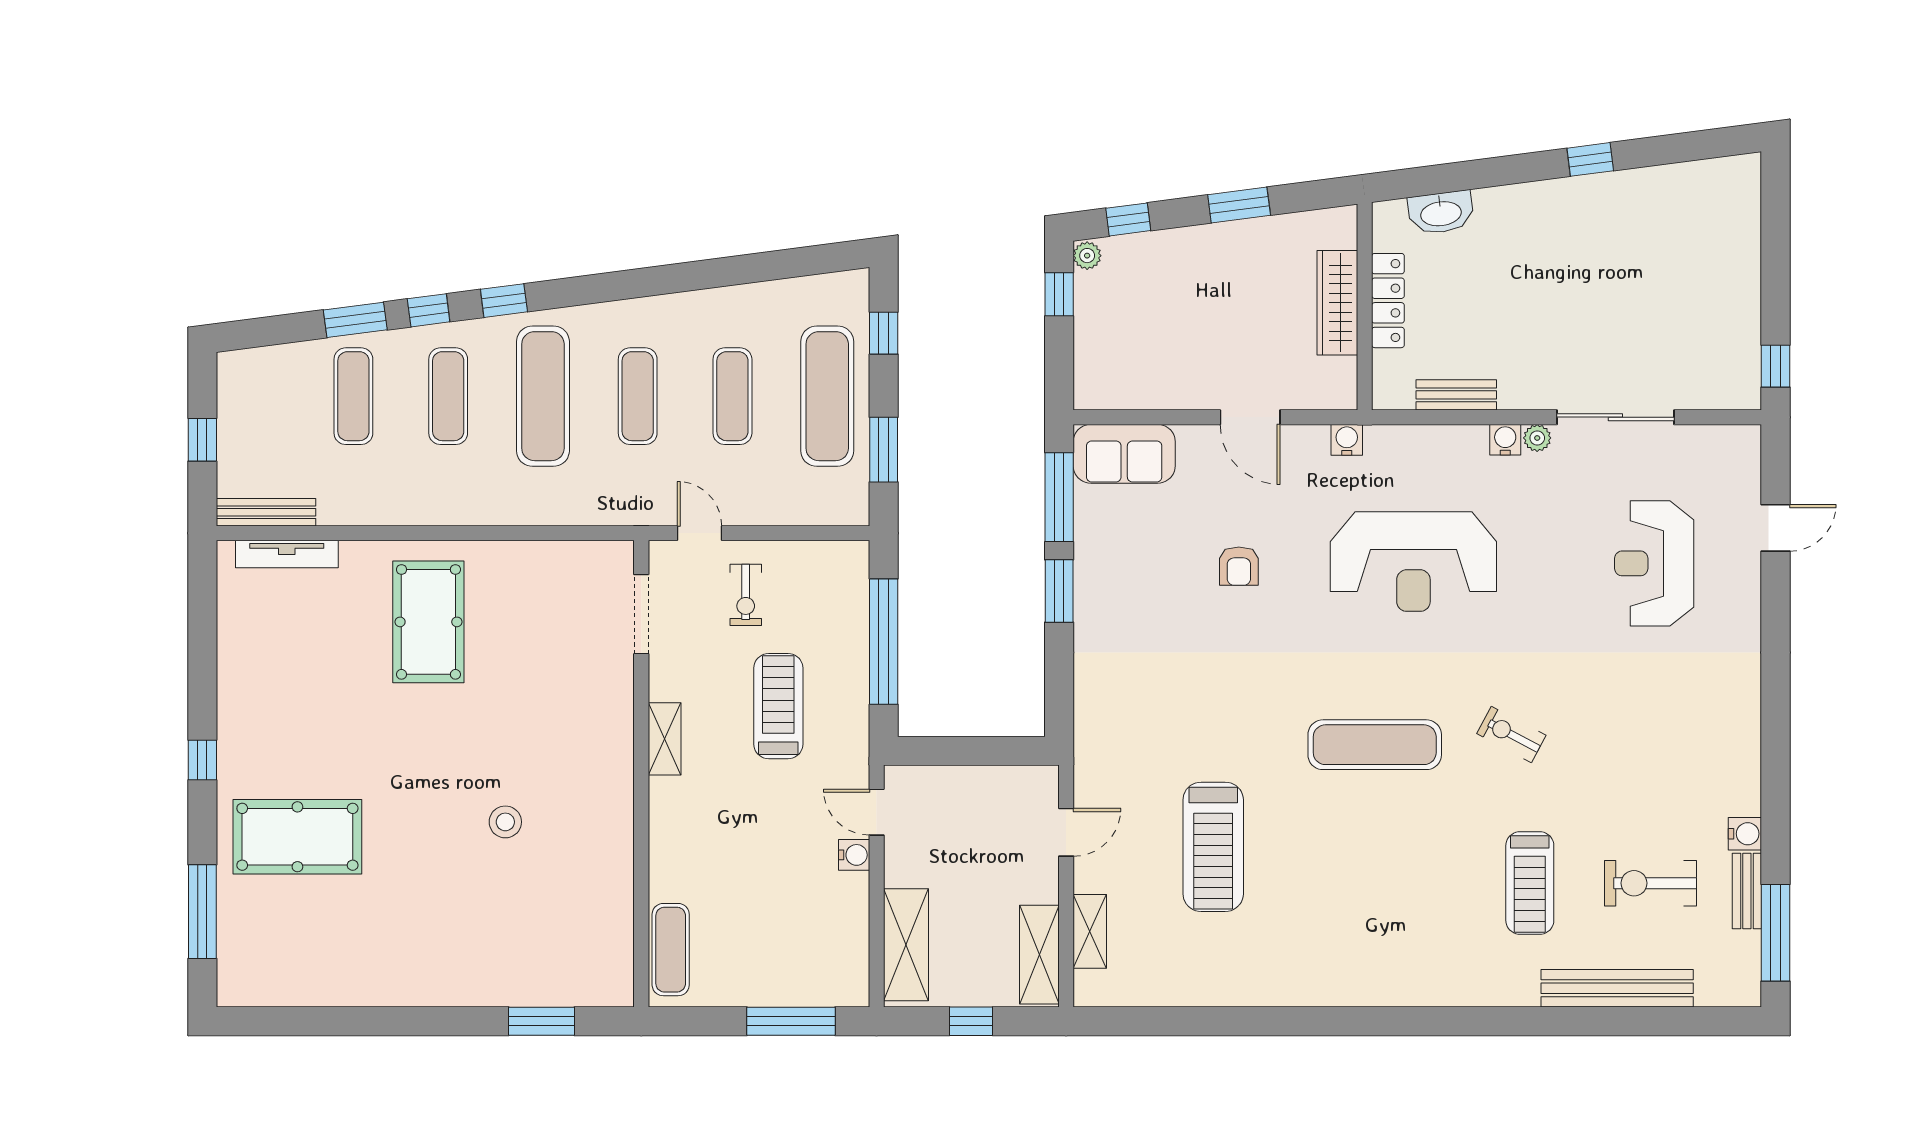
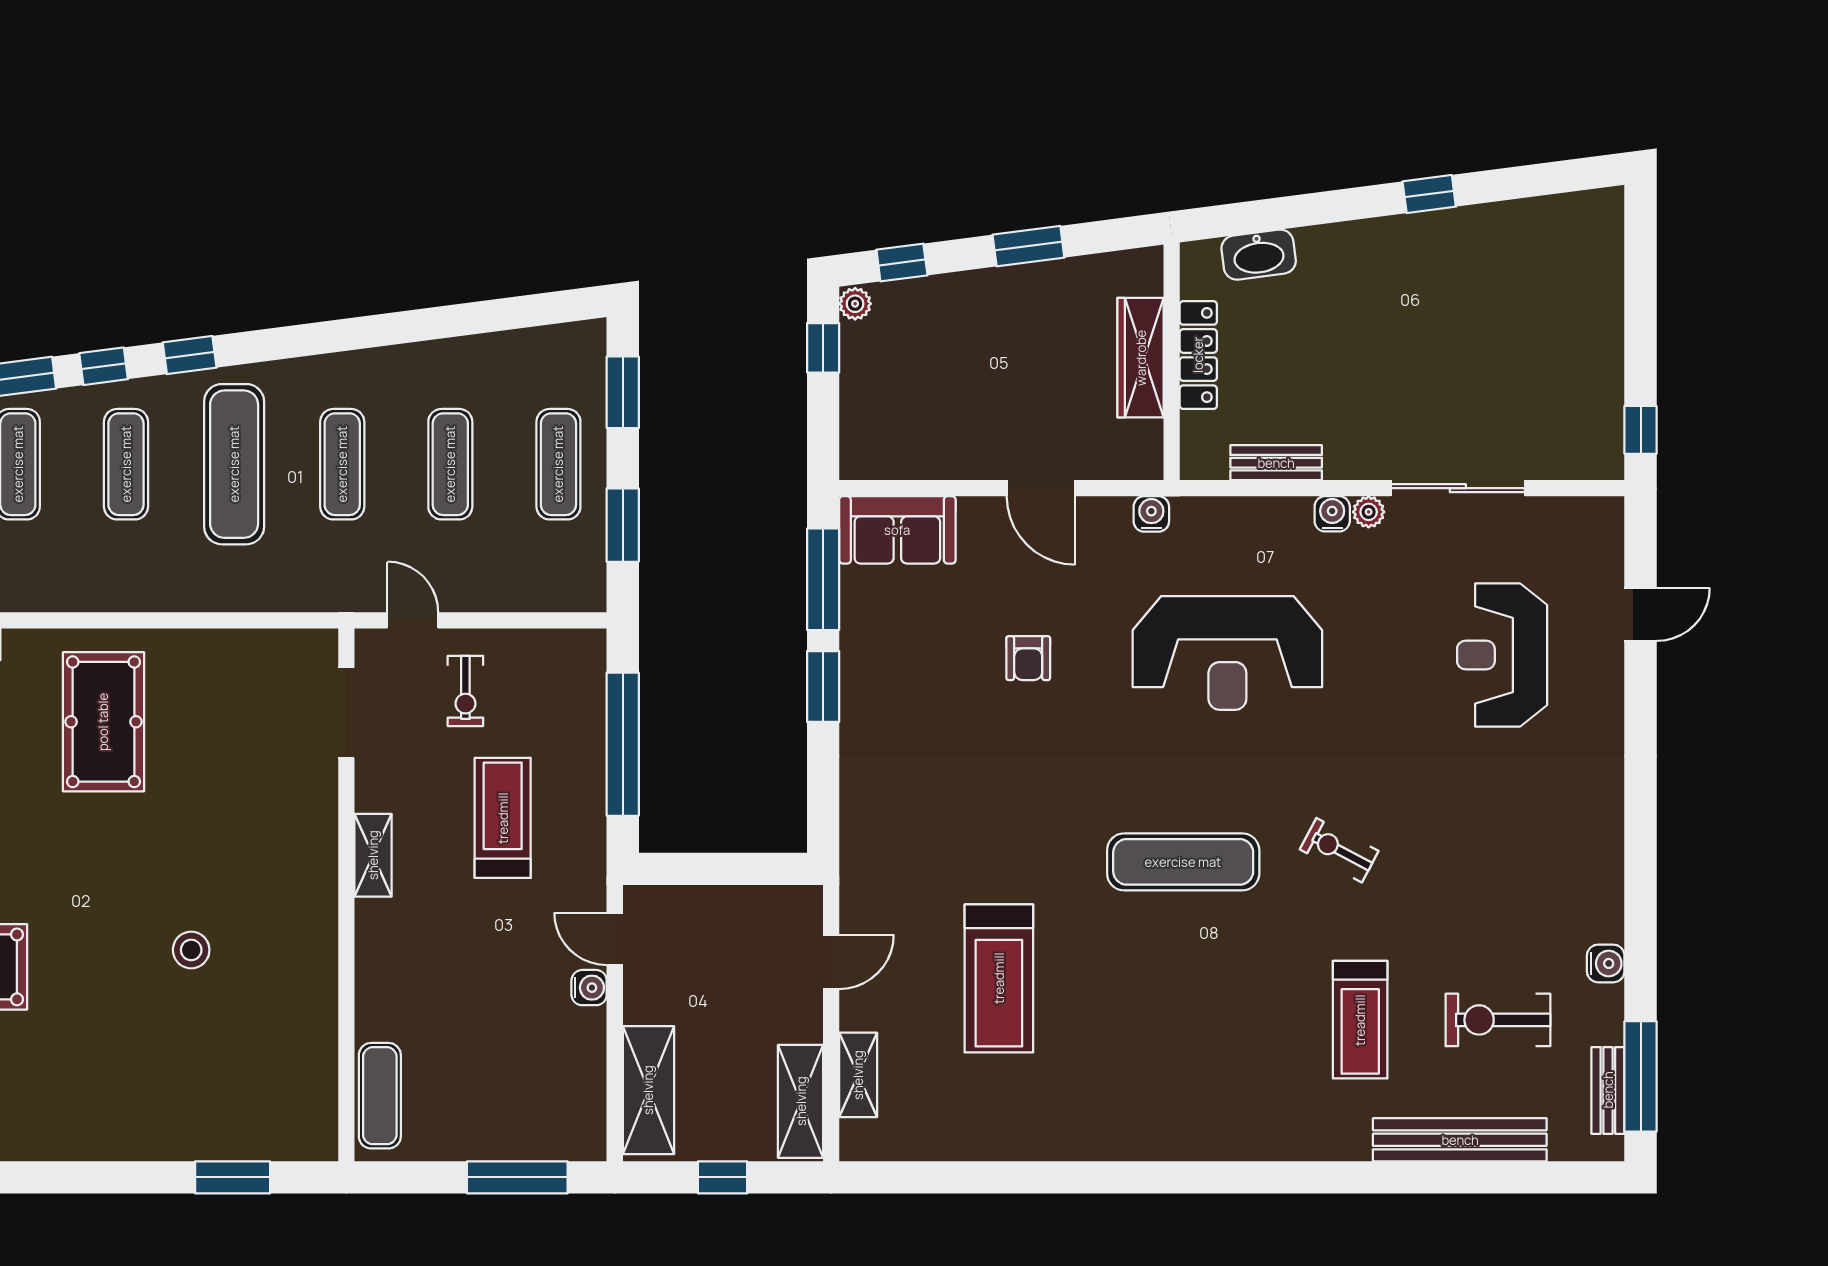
window: (884, 333) -> (623, 392), width x1.50
exercise mat: (827, 396) -> (558, 464), width x0.73, depth x0.69
bench: (1747, 891) -> (1608, 1090), moved

